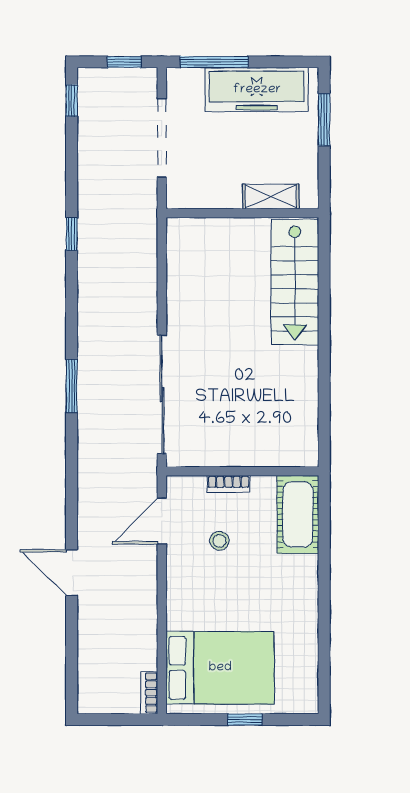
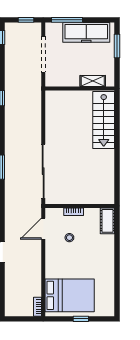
cot: (298, 514) -> (107, 221), width x0.73, depth x0.75

